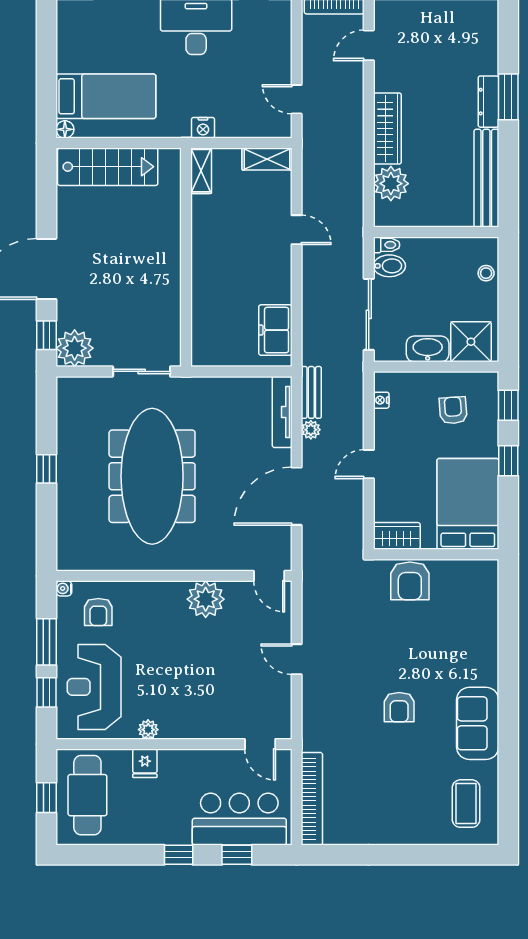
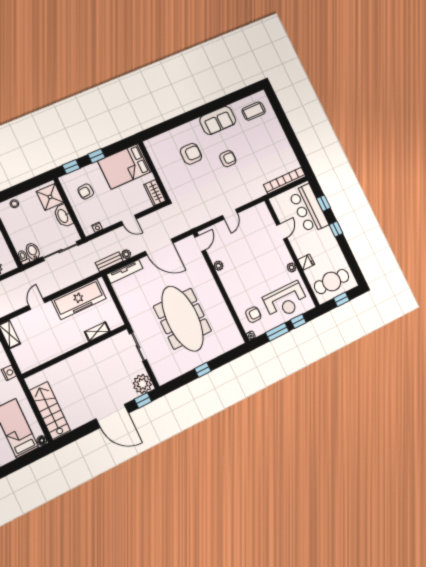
shelving: (201, 171) -> (97, 332), moved
freezer: (275, 330) -> (79, 299), width x1.91, depth x1.26
meeting table: (152, 476) -> (183, 319), turned 90
armchair: (410, 581) -> (191, 154), moved
plant: (206, 599) -> (219, 266), width x0.53, depth x0.53
door: (260, 744) -> (282, 231), moved

